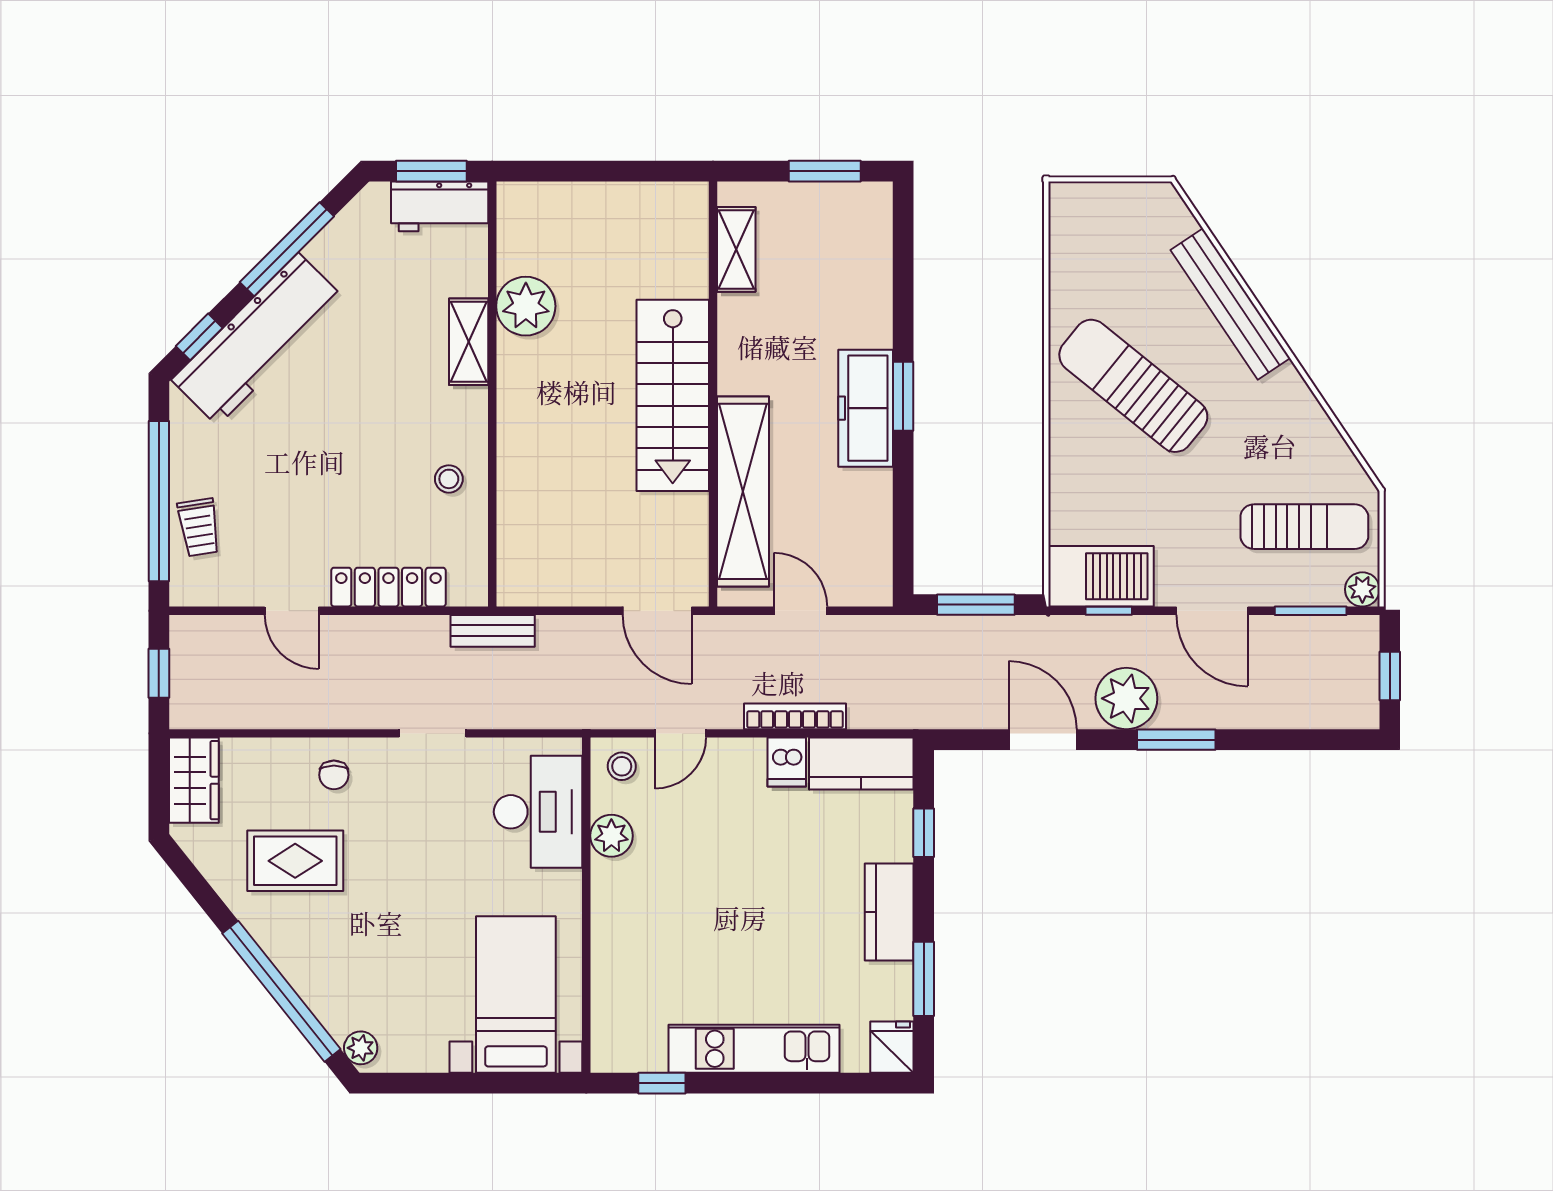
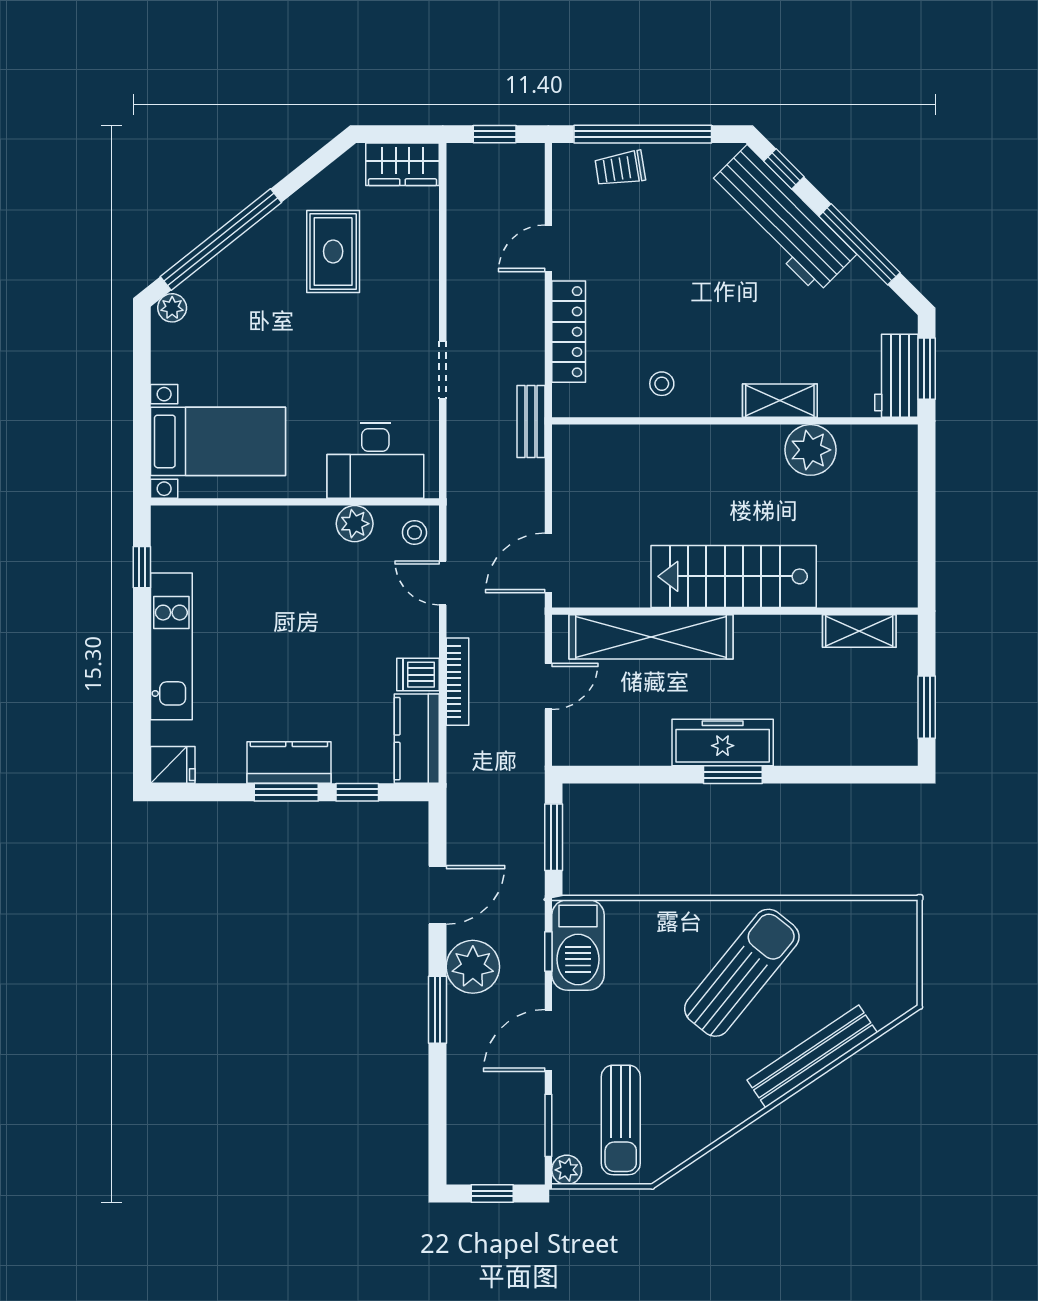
chair: (334, 775) -> (407, 285), removed
window: (924, 979) -> (286, 792), moved

